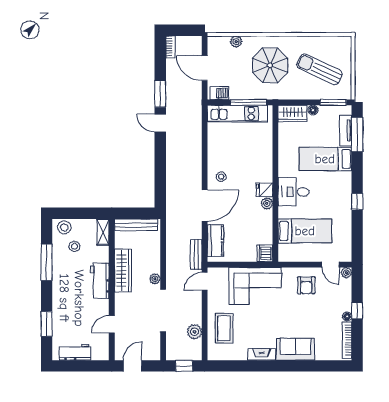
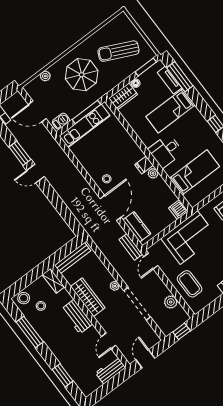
workbench: (75, 352) -> (111, 370), moved

